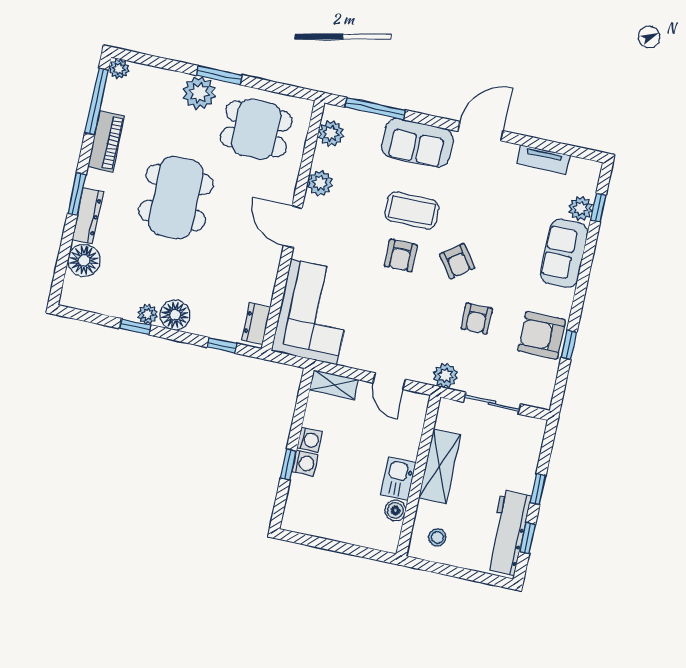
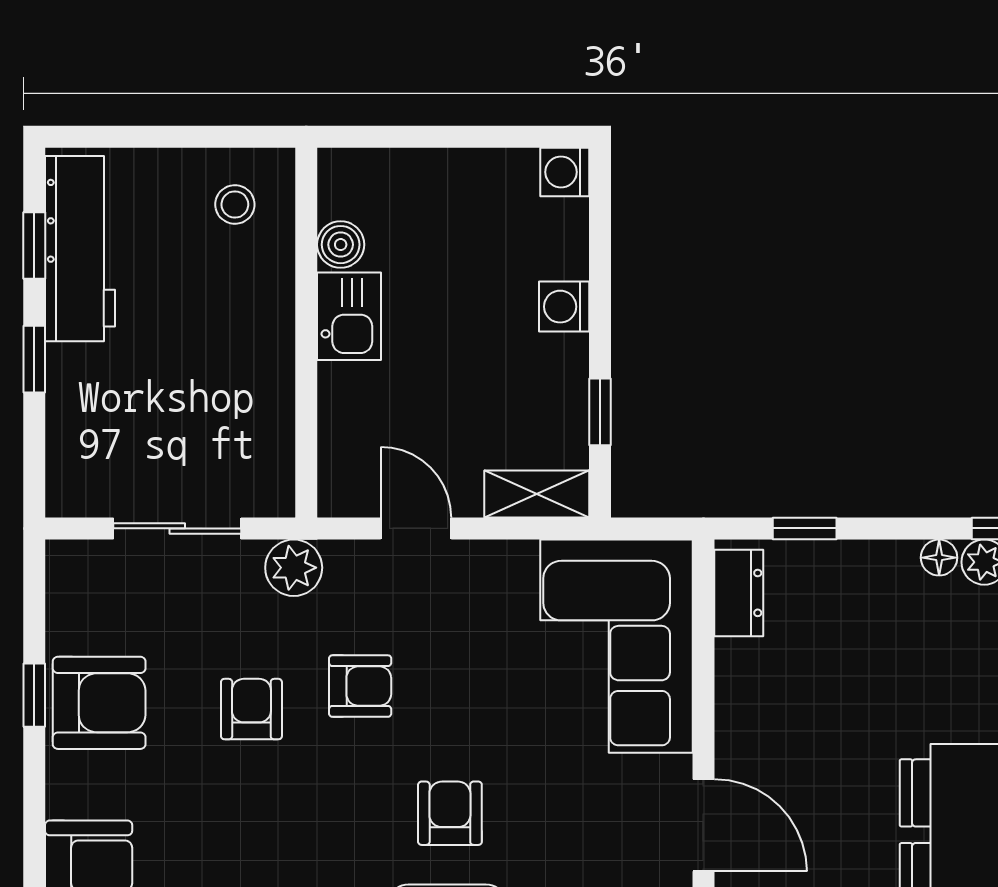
armchair: (457, 261) -> (360, 686), moved, turned 126
floor lamp: (175, 315) -> (939, 558), width x0.53, depth x0.53
washing machine: (310, 440) -> (565, 172), moved
window: (288, 464) -> (600, 412), moved
shelving: (440, 466) -> (263, 364), removed

